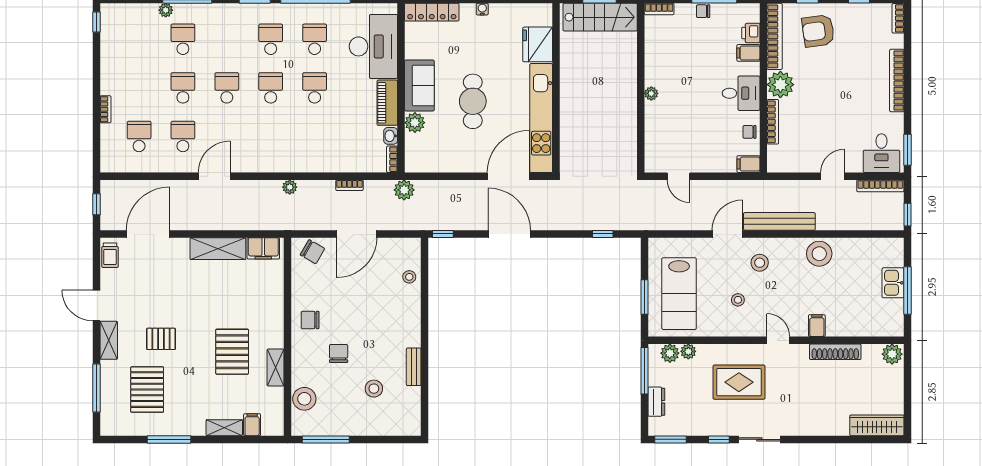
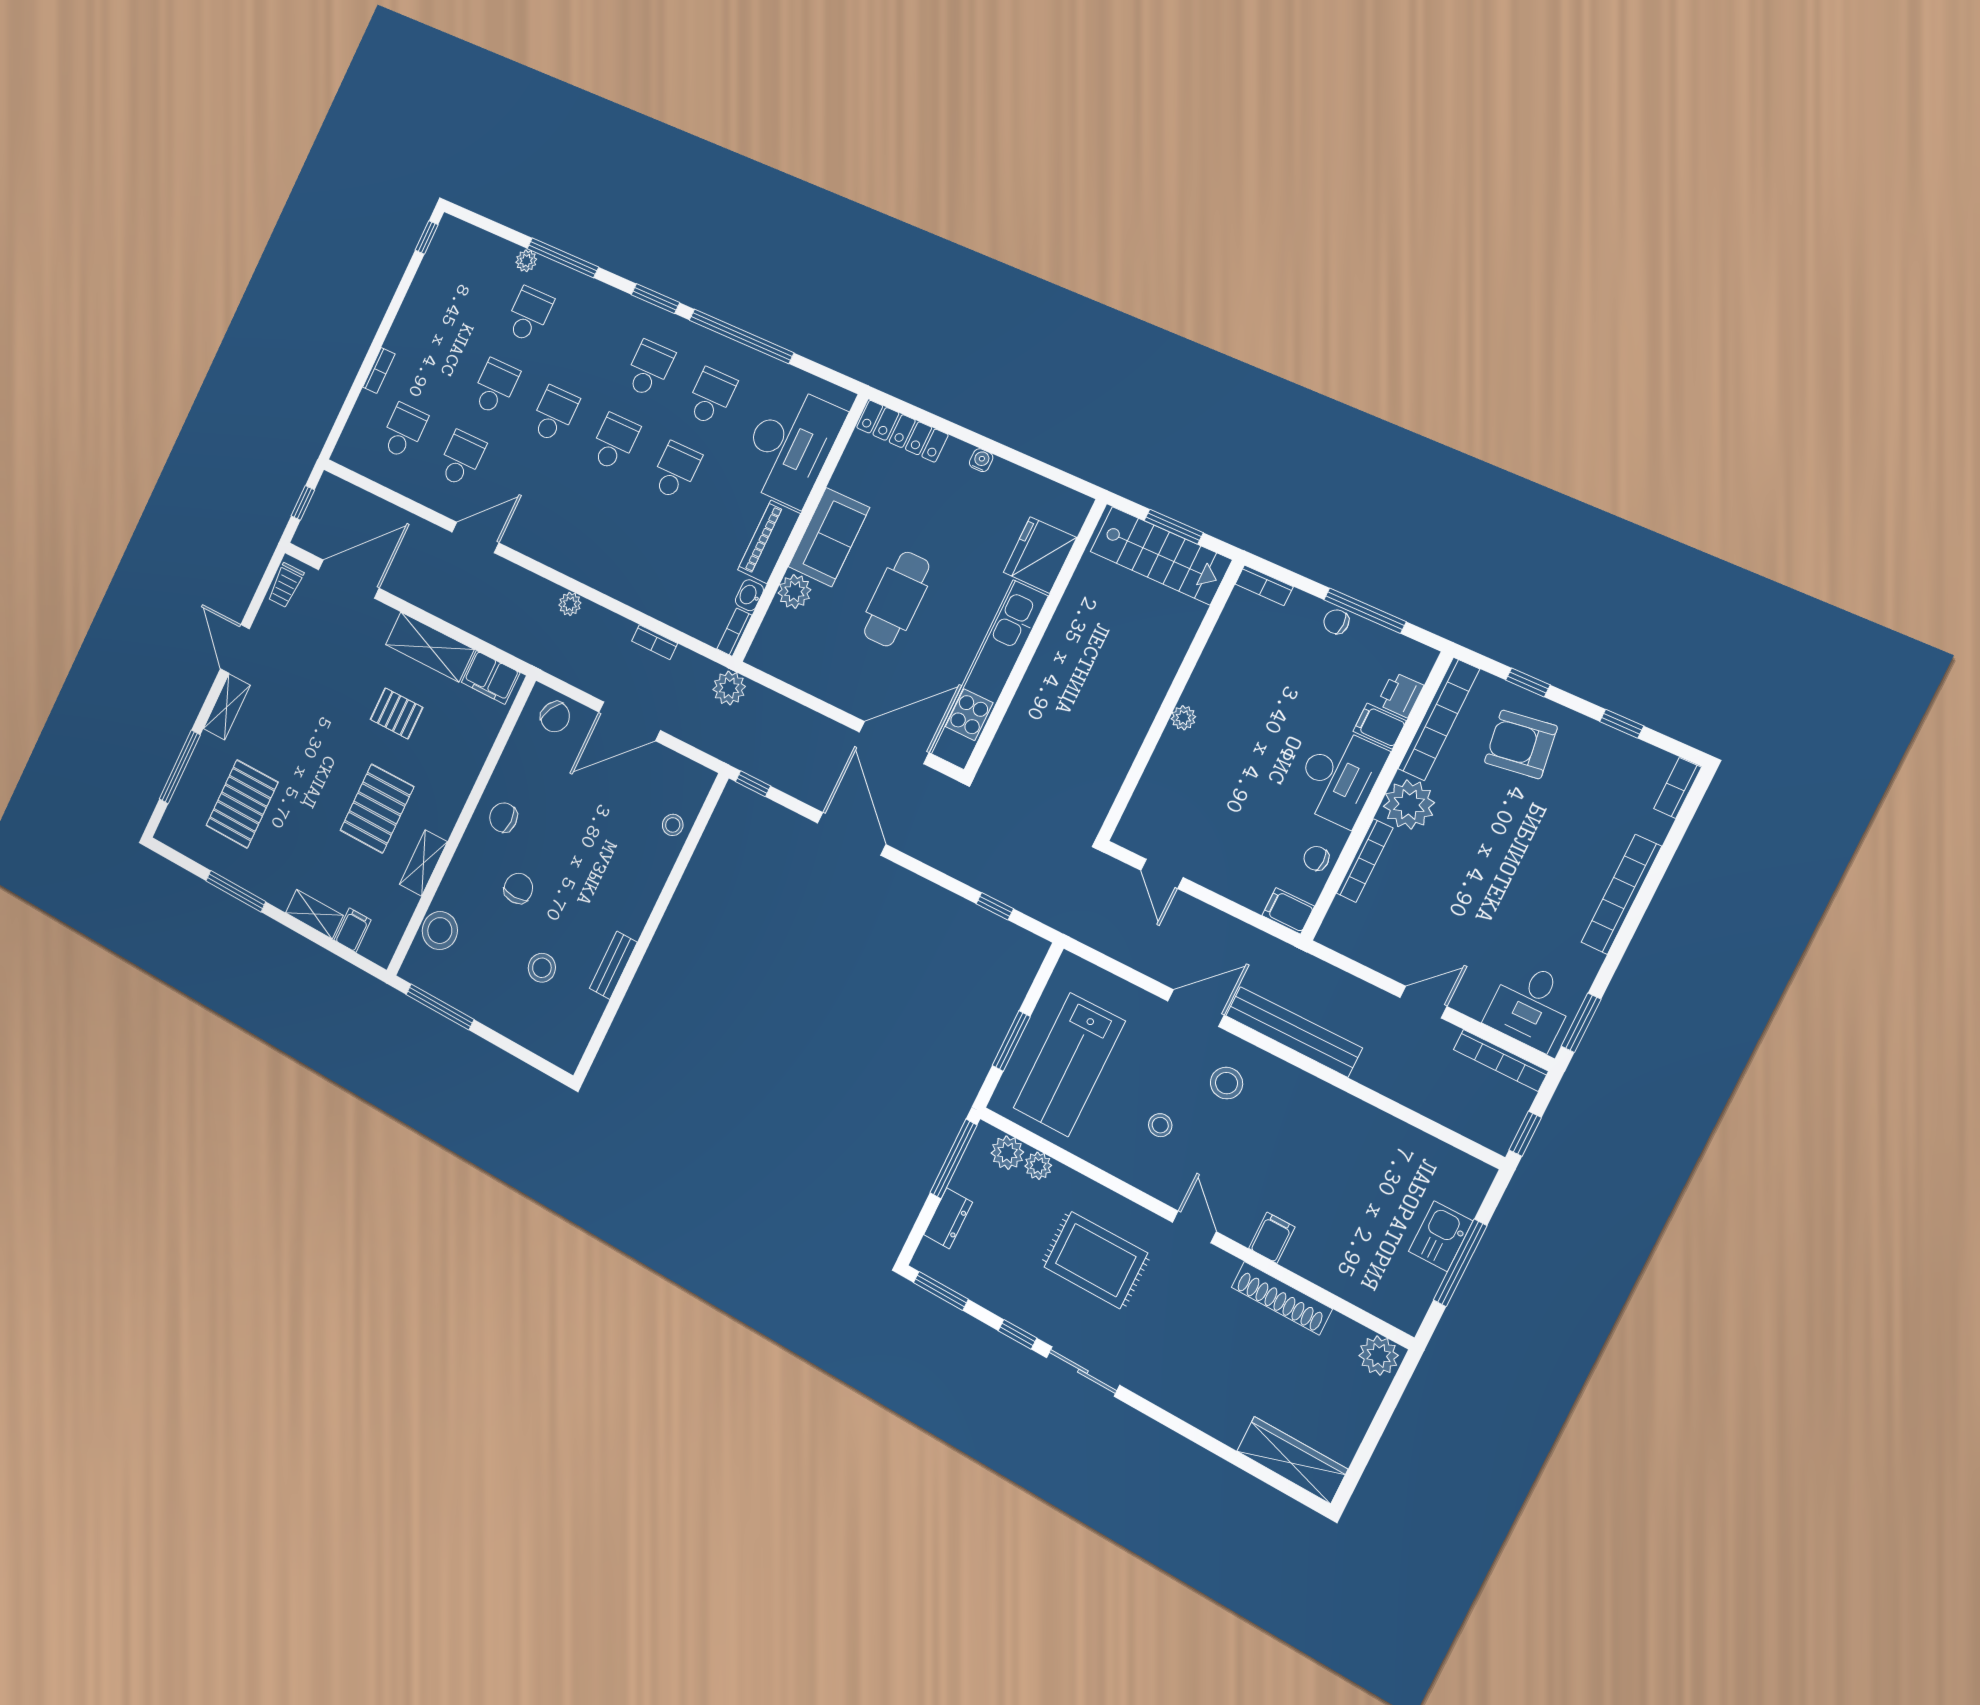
desk: (741, 93) -> (1339, 777), width x1.37
stool: (819, 254) -> (1335, 1120), removed
pallet: (161, 339) -> (397, 713), moved

